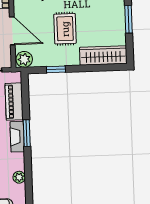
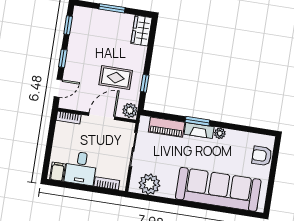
rug: (65, 29) -> (116, 78), moved
wardrobe: (103, 55) -> (142, 31), width x0.67
plant: (19, 177) -> (220, 133), moved

